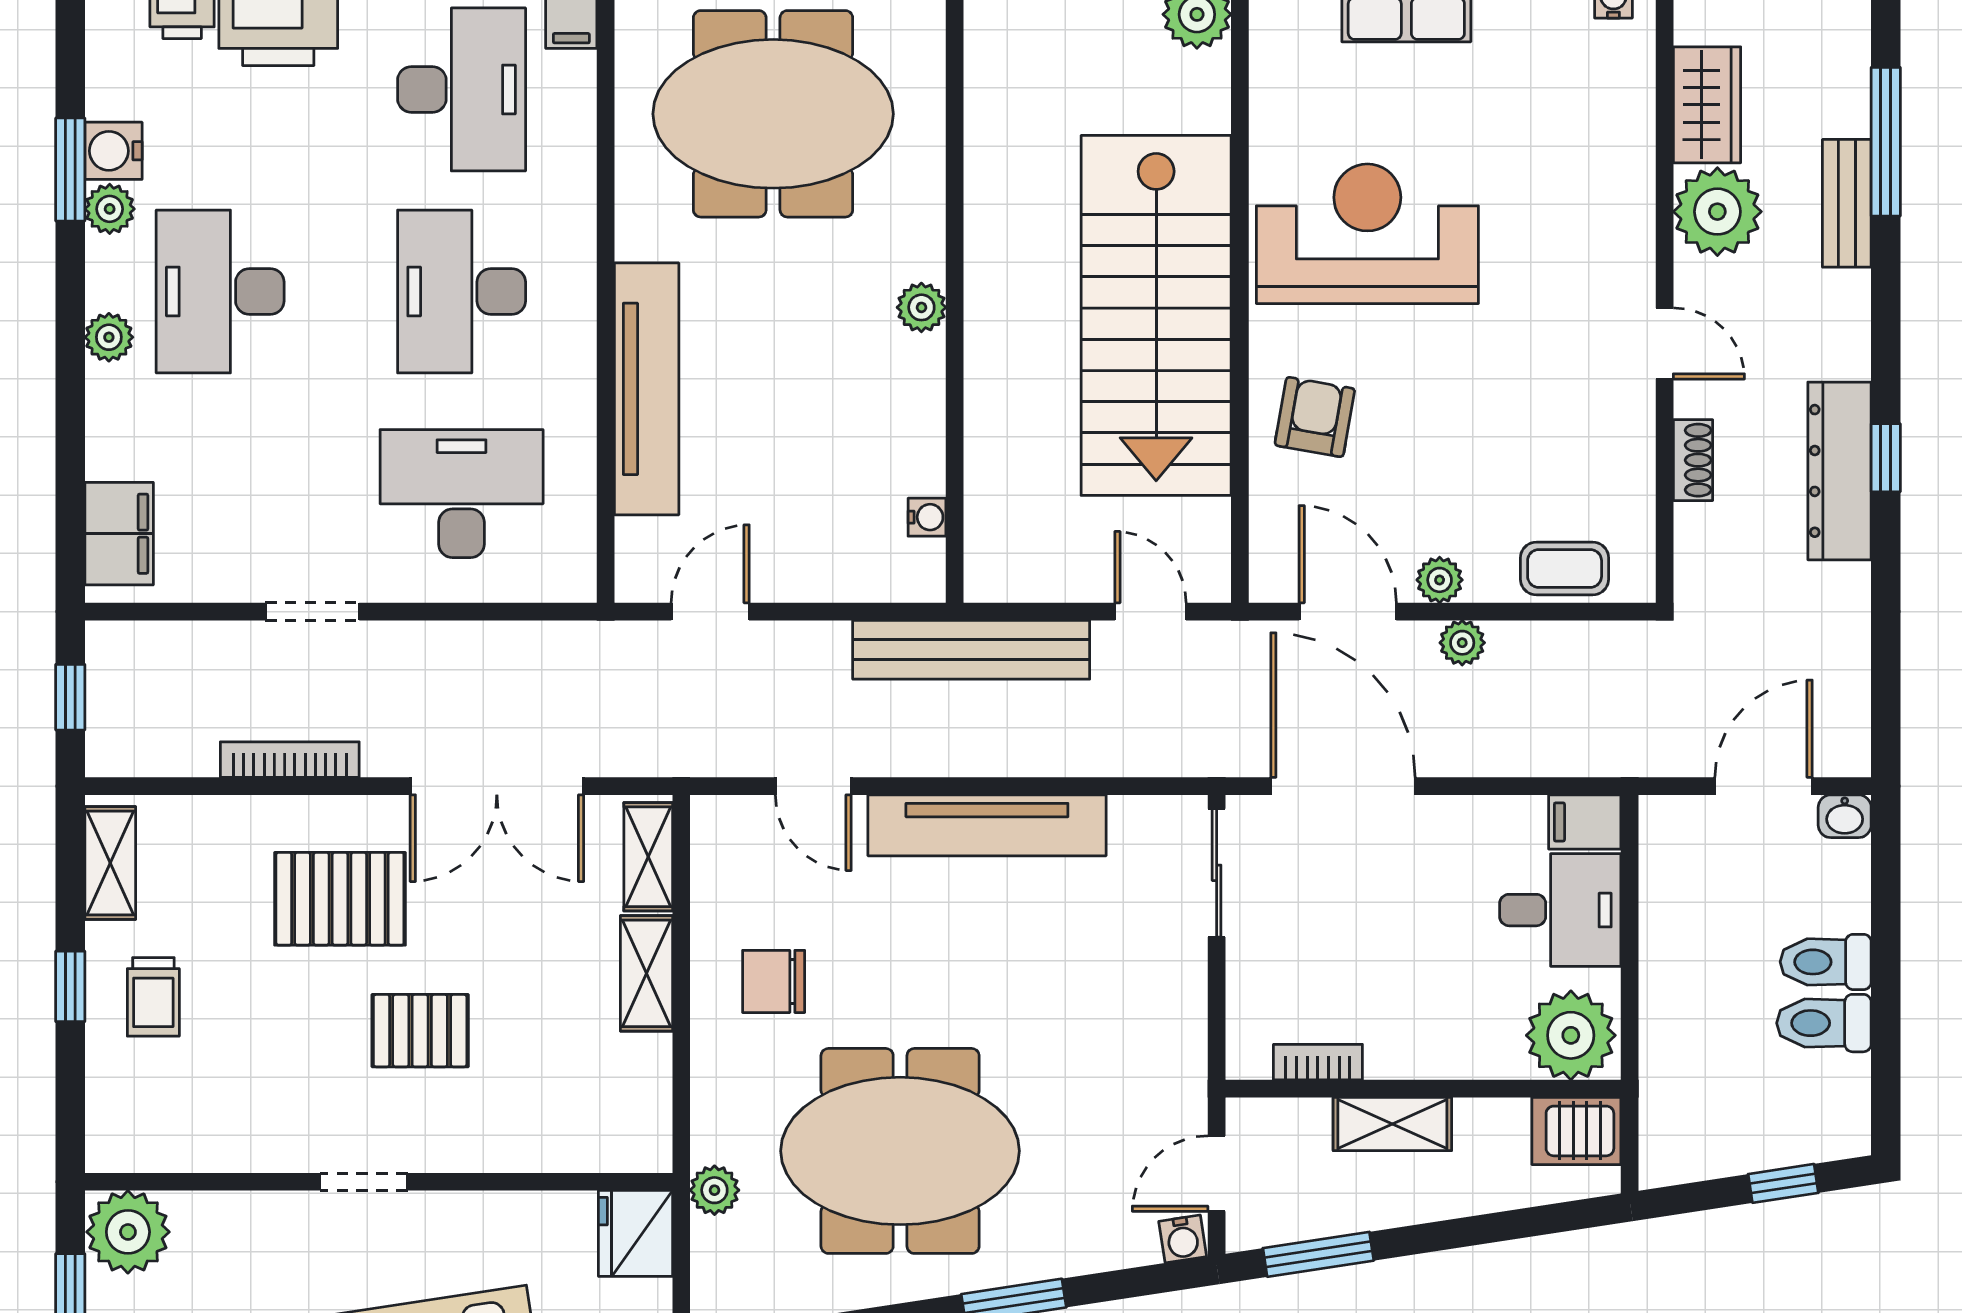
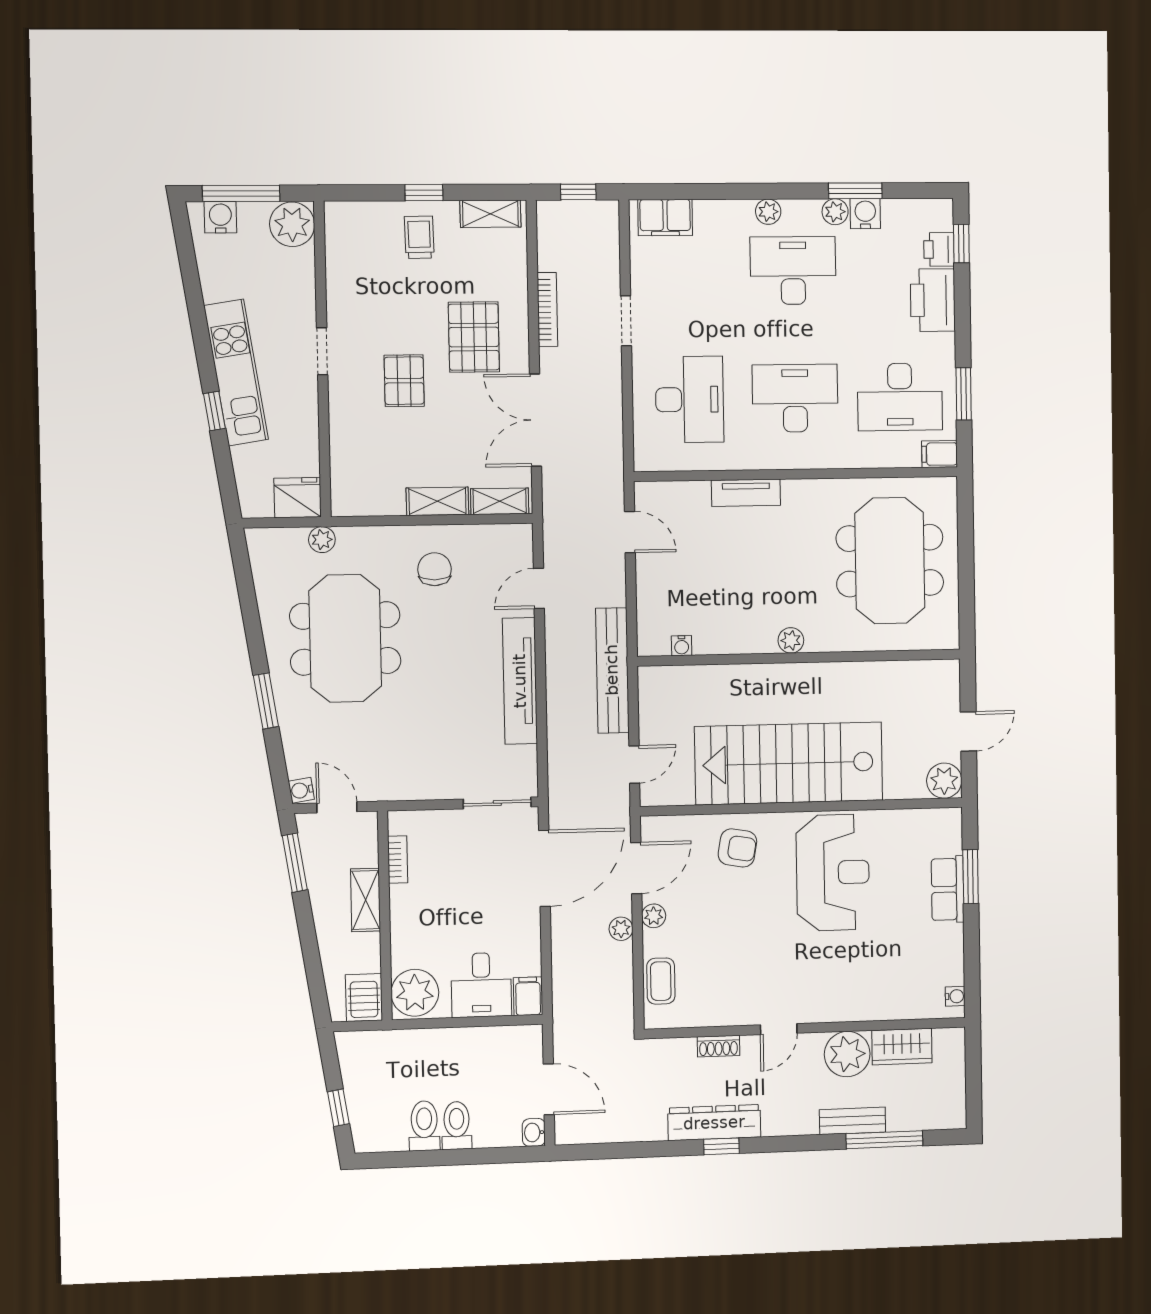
tv unit: (647, 389) -> (746, 493), width x0.52, depth x0.78
trolley: (153, 997) -> (419, 237), turned 89

